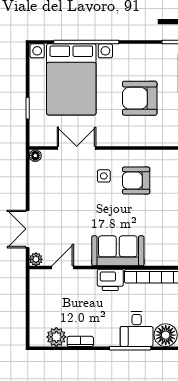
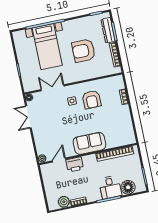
bed with nightstands: (71, 79) -> (47, 47), width x0.73
armchair: (136, 180) -> (92, 100), turned -90
double door: (28, 229) -> (28, 117), moved
printer: (110, 280) -> (75, 164), moved

